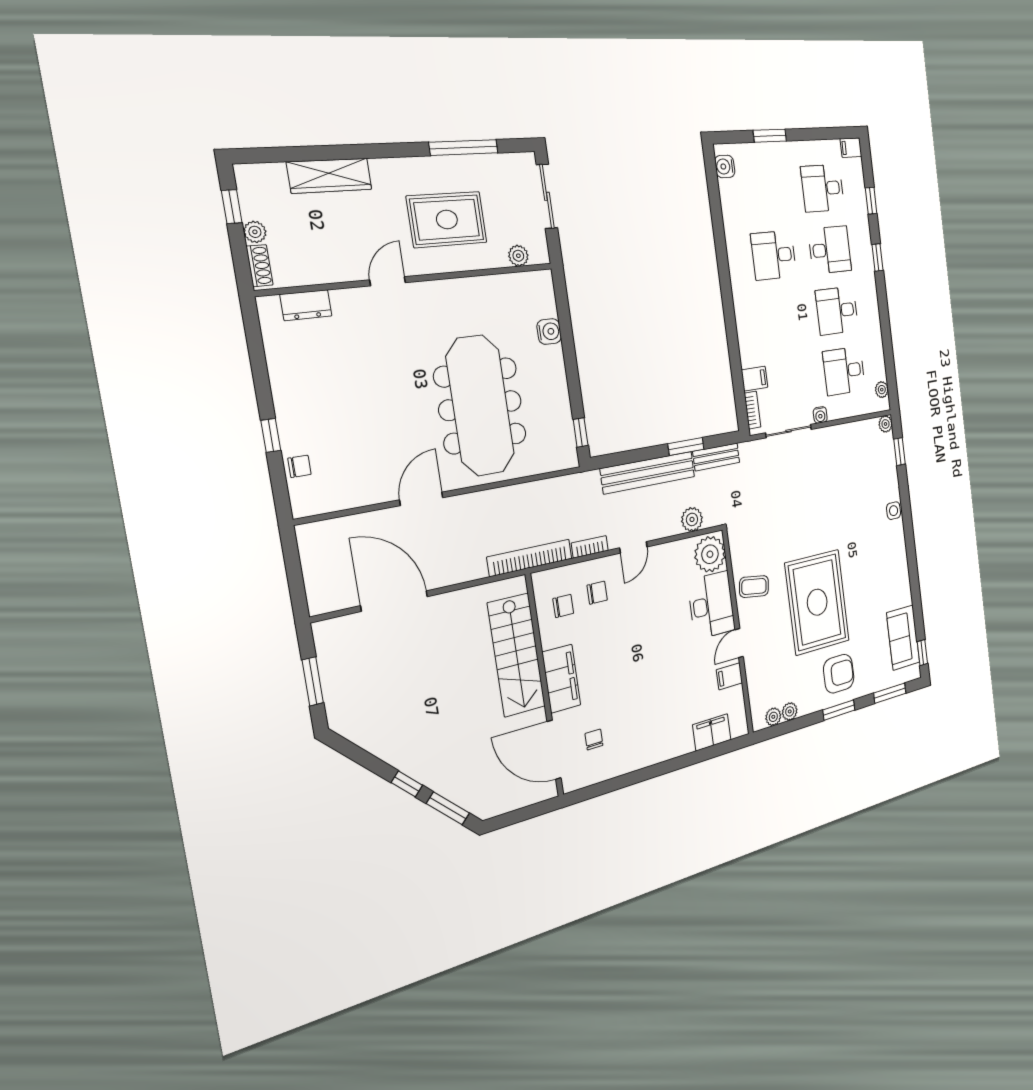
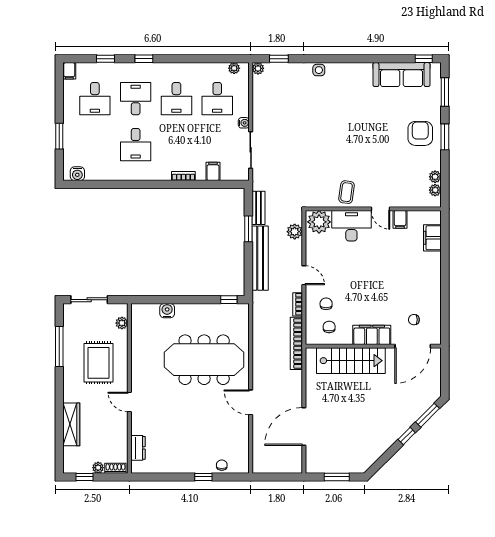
bookcase: (753, 410) -> (183, 176), moved
rug: (817, 602) -> (368, 144), removed
sofa: (903, 638) -> (401, 75), width x1.36

